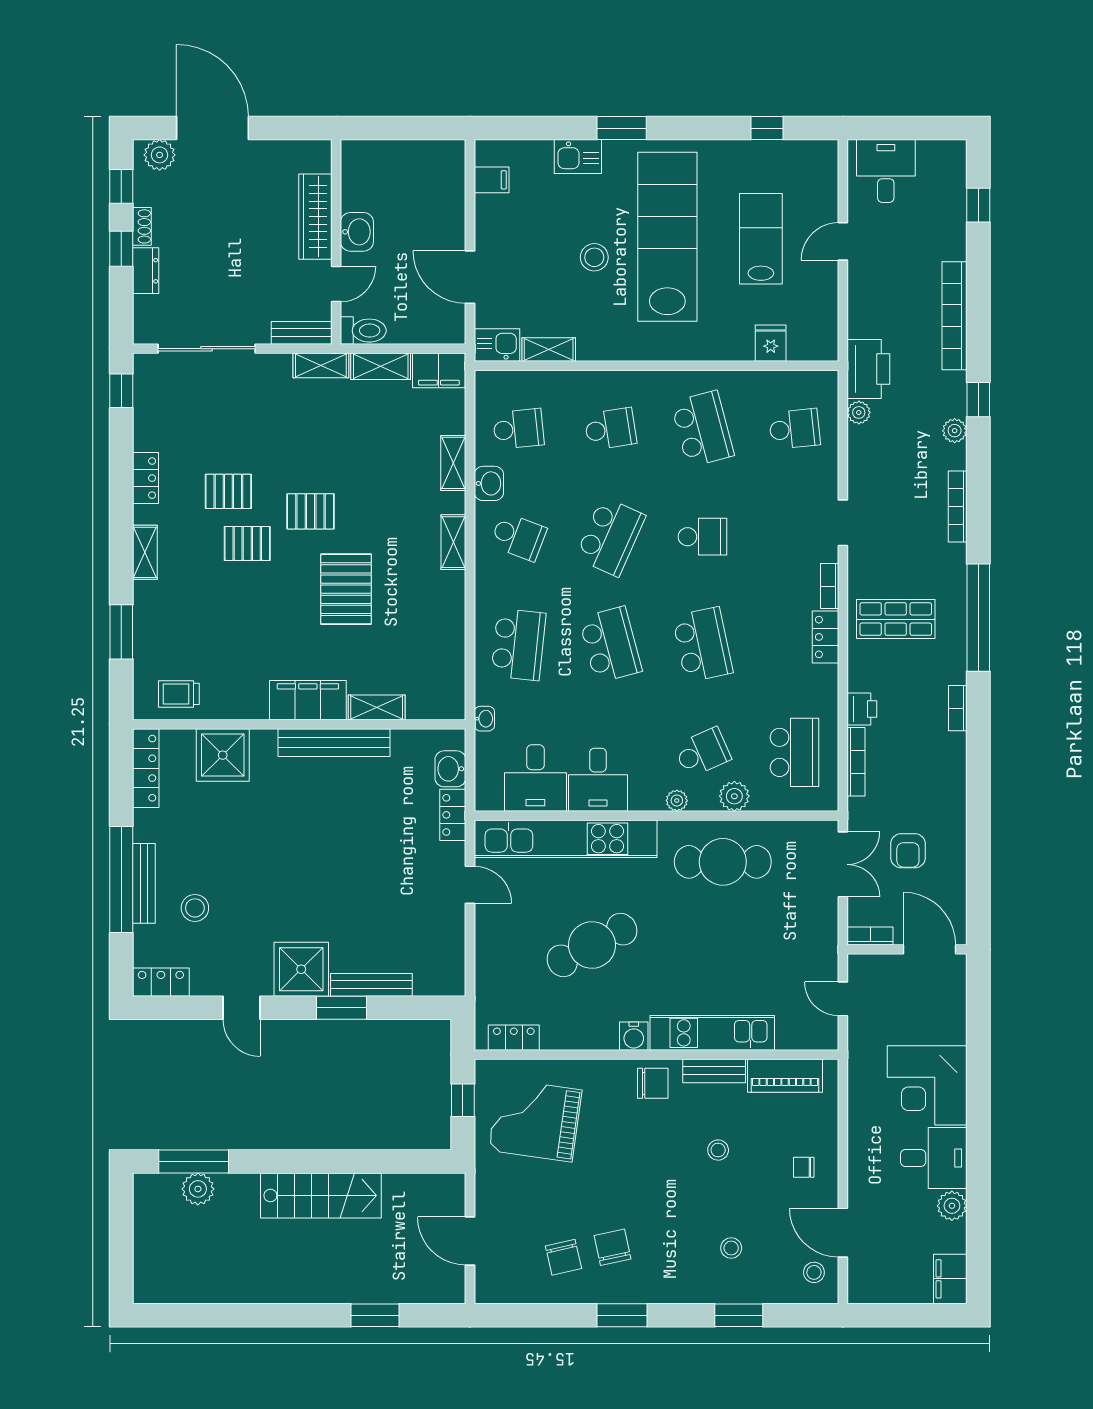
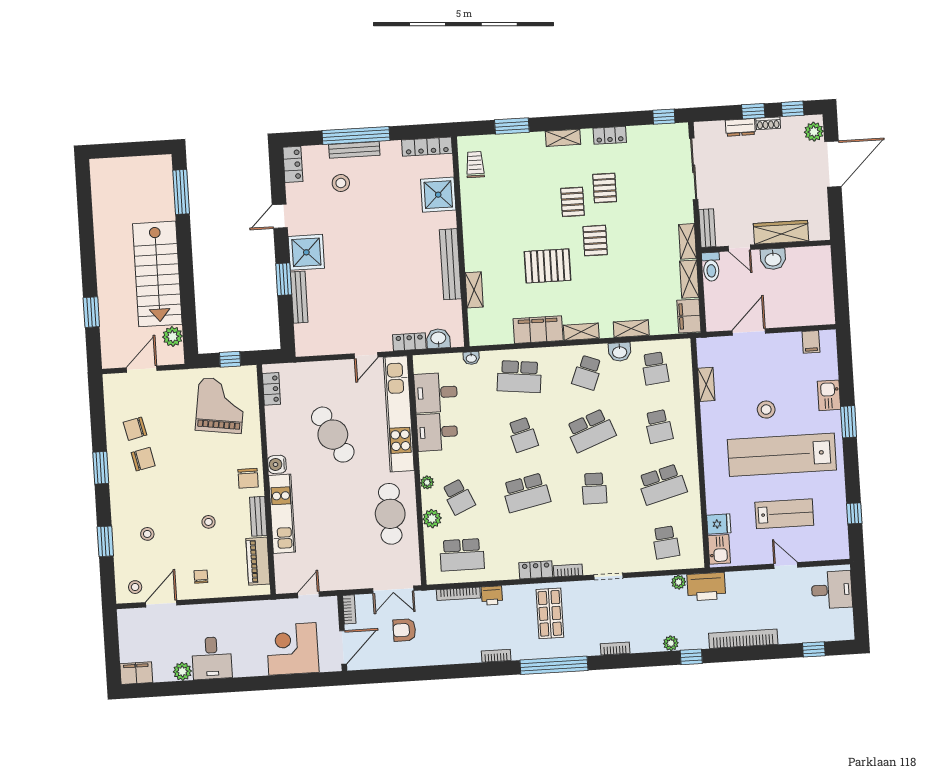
lab bench: (667, 237) -> (782, 455), turned 180
kitchen sink: (497, 345) -> (719, 549), moved
bookcase: (958, 506) -> (615, 649), width x0.64
school desk: (610, 537) -> (591, 430), turned -45
school desk: (610, 645) -> (523, 435), width x0.54
filing cabinet: (308, 700) -> (538, 330), moved, turned -90
corner desk: (927, 1085) -> (292, 649), moved
plant: (198, 1189) -> (173, 337), moved
stairs: (321, 1196) -> (157, 274), width x1.36, depth x1.51

